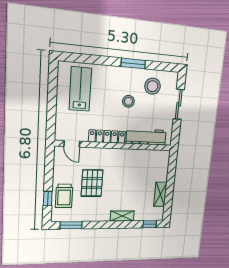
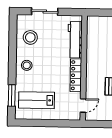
window: (133, 63) -> (12, 95), moved
stool: (128, 101) -> (27, 65), moved

